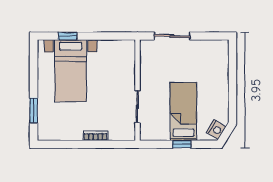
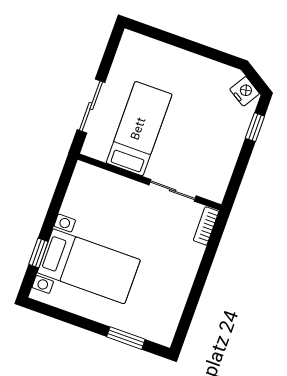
bed: (183, 111) -> (139, 129), moved, turned 90
bookcase: (96, 136) -> (206, 226), moved
window: (182, 144) -> (255, 127), moved

